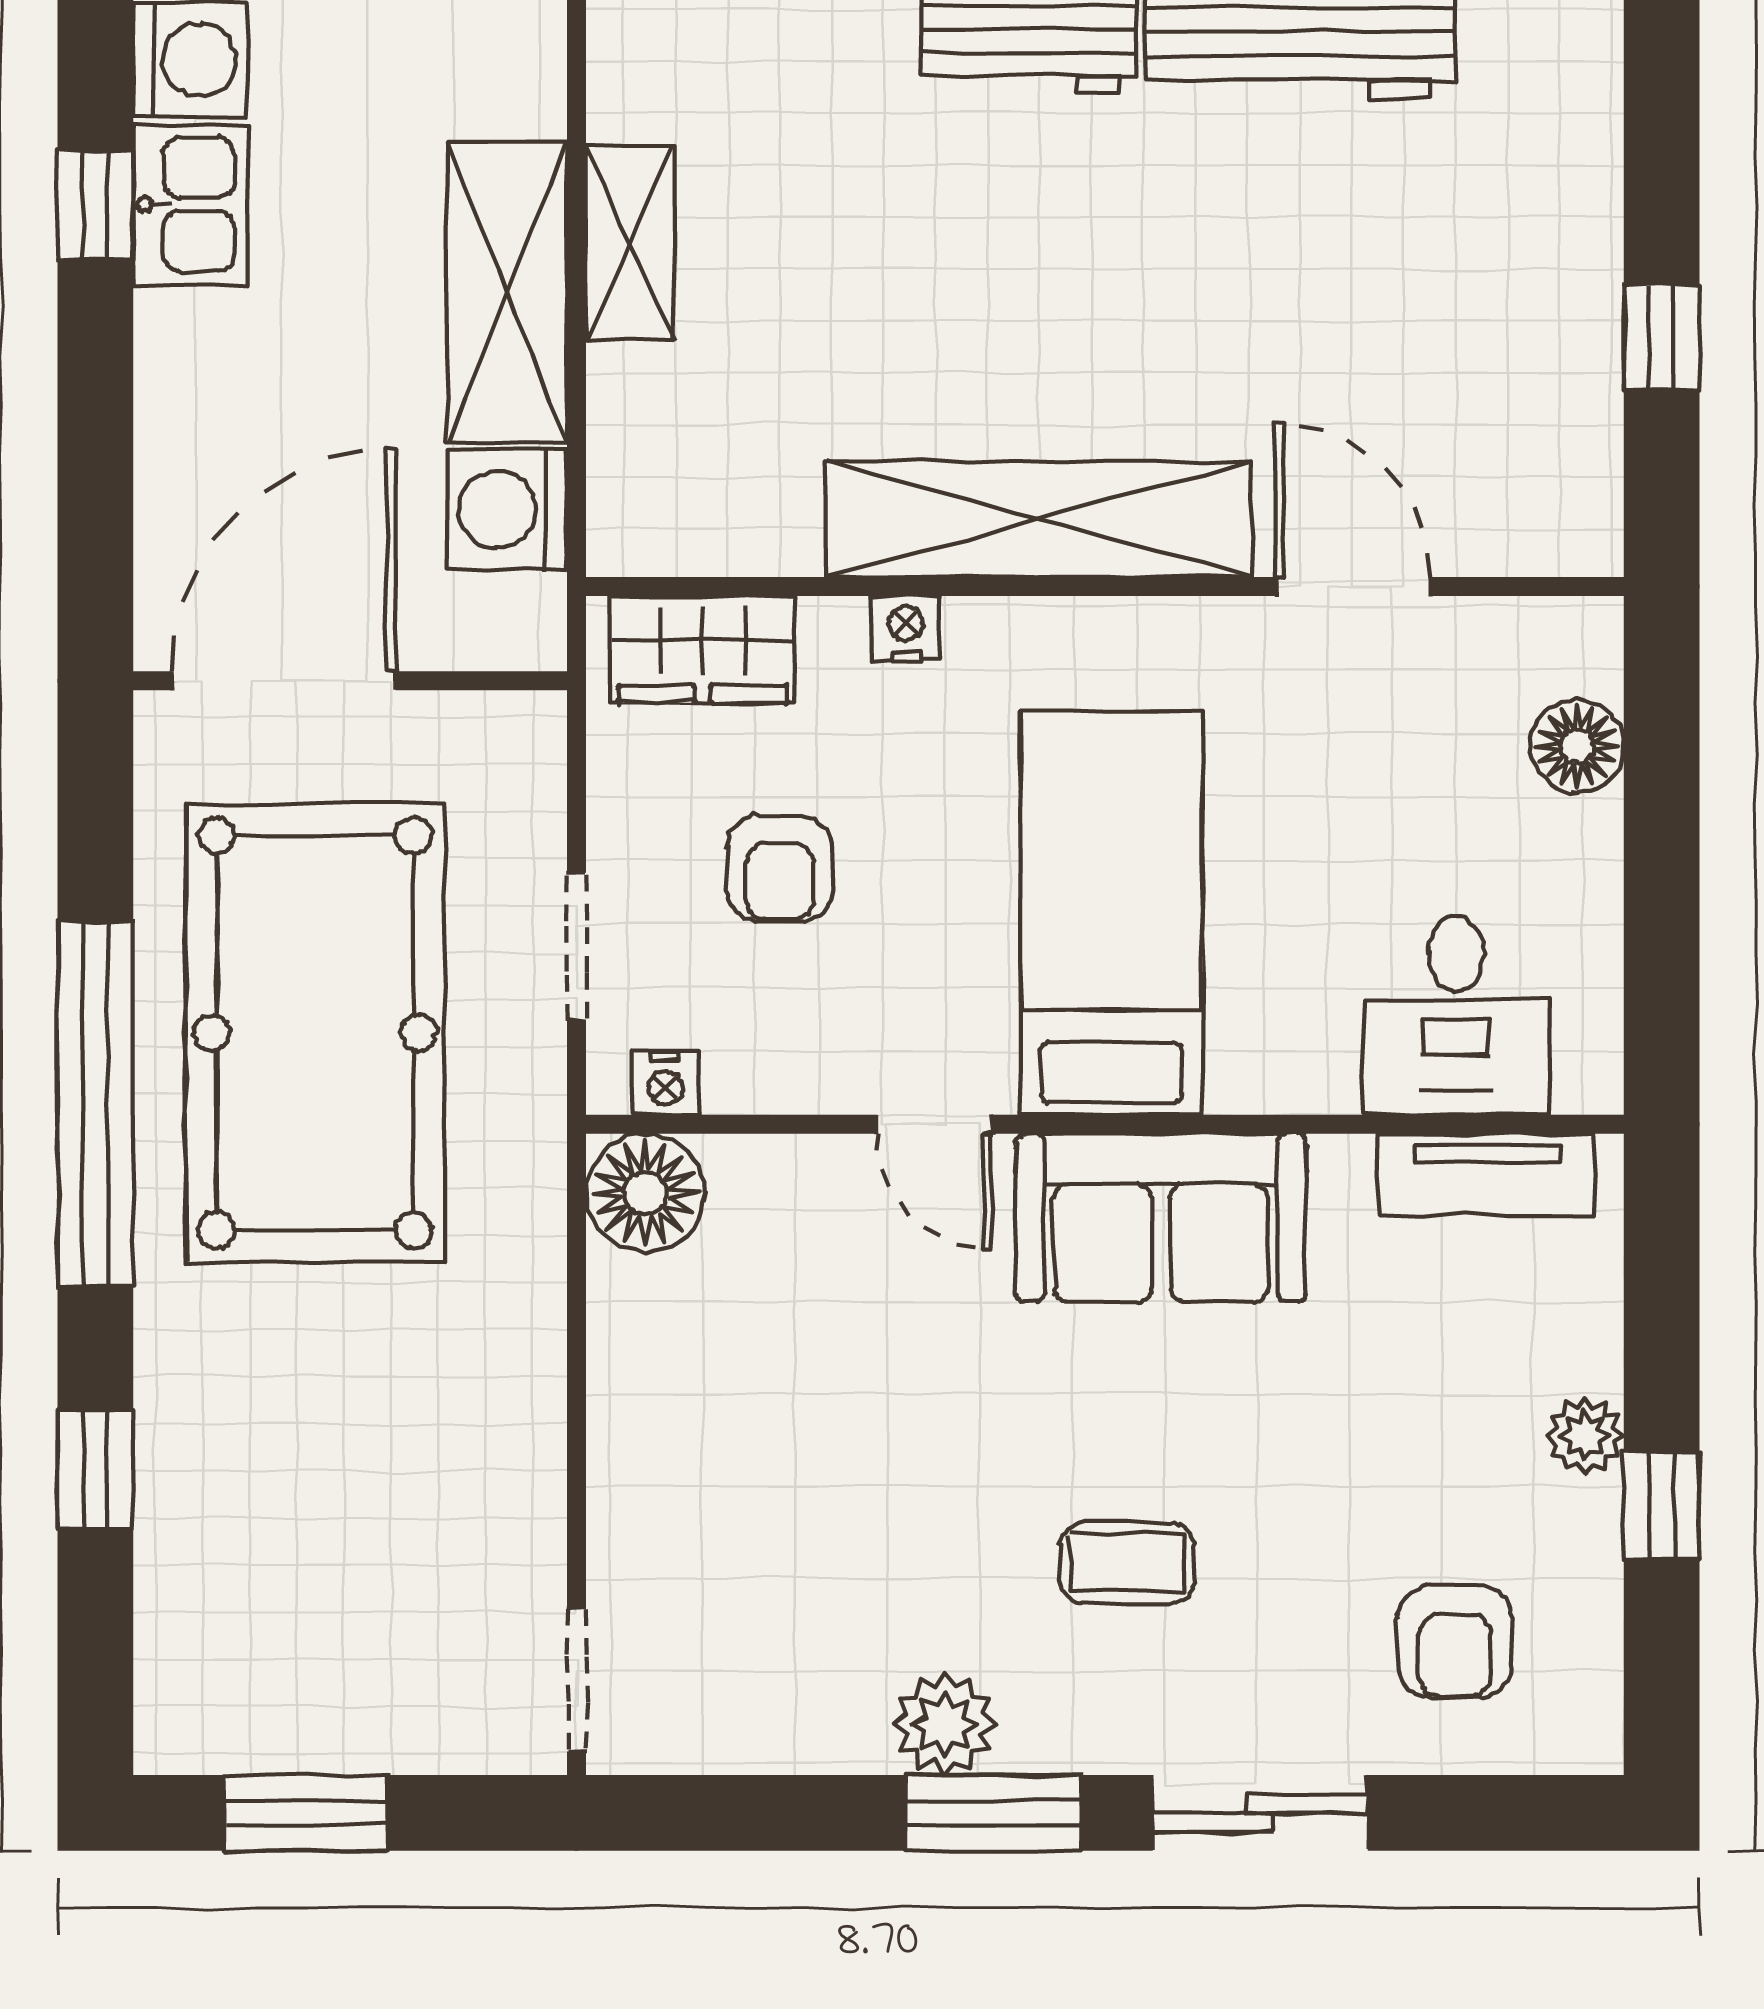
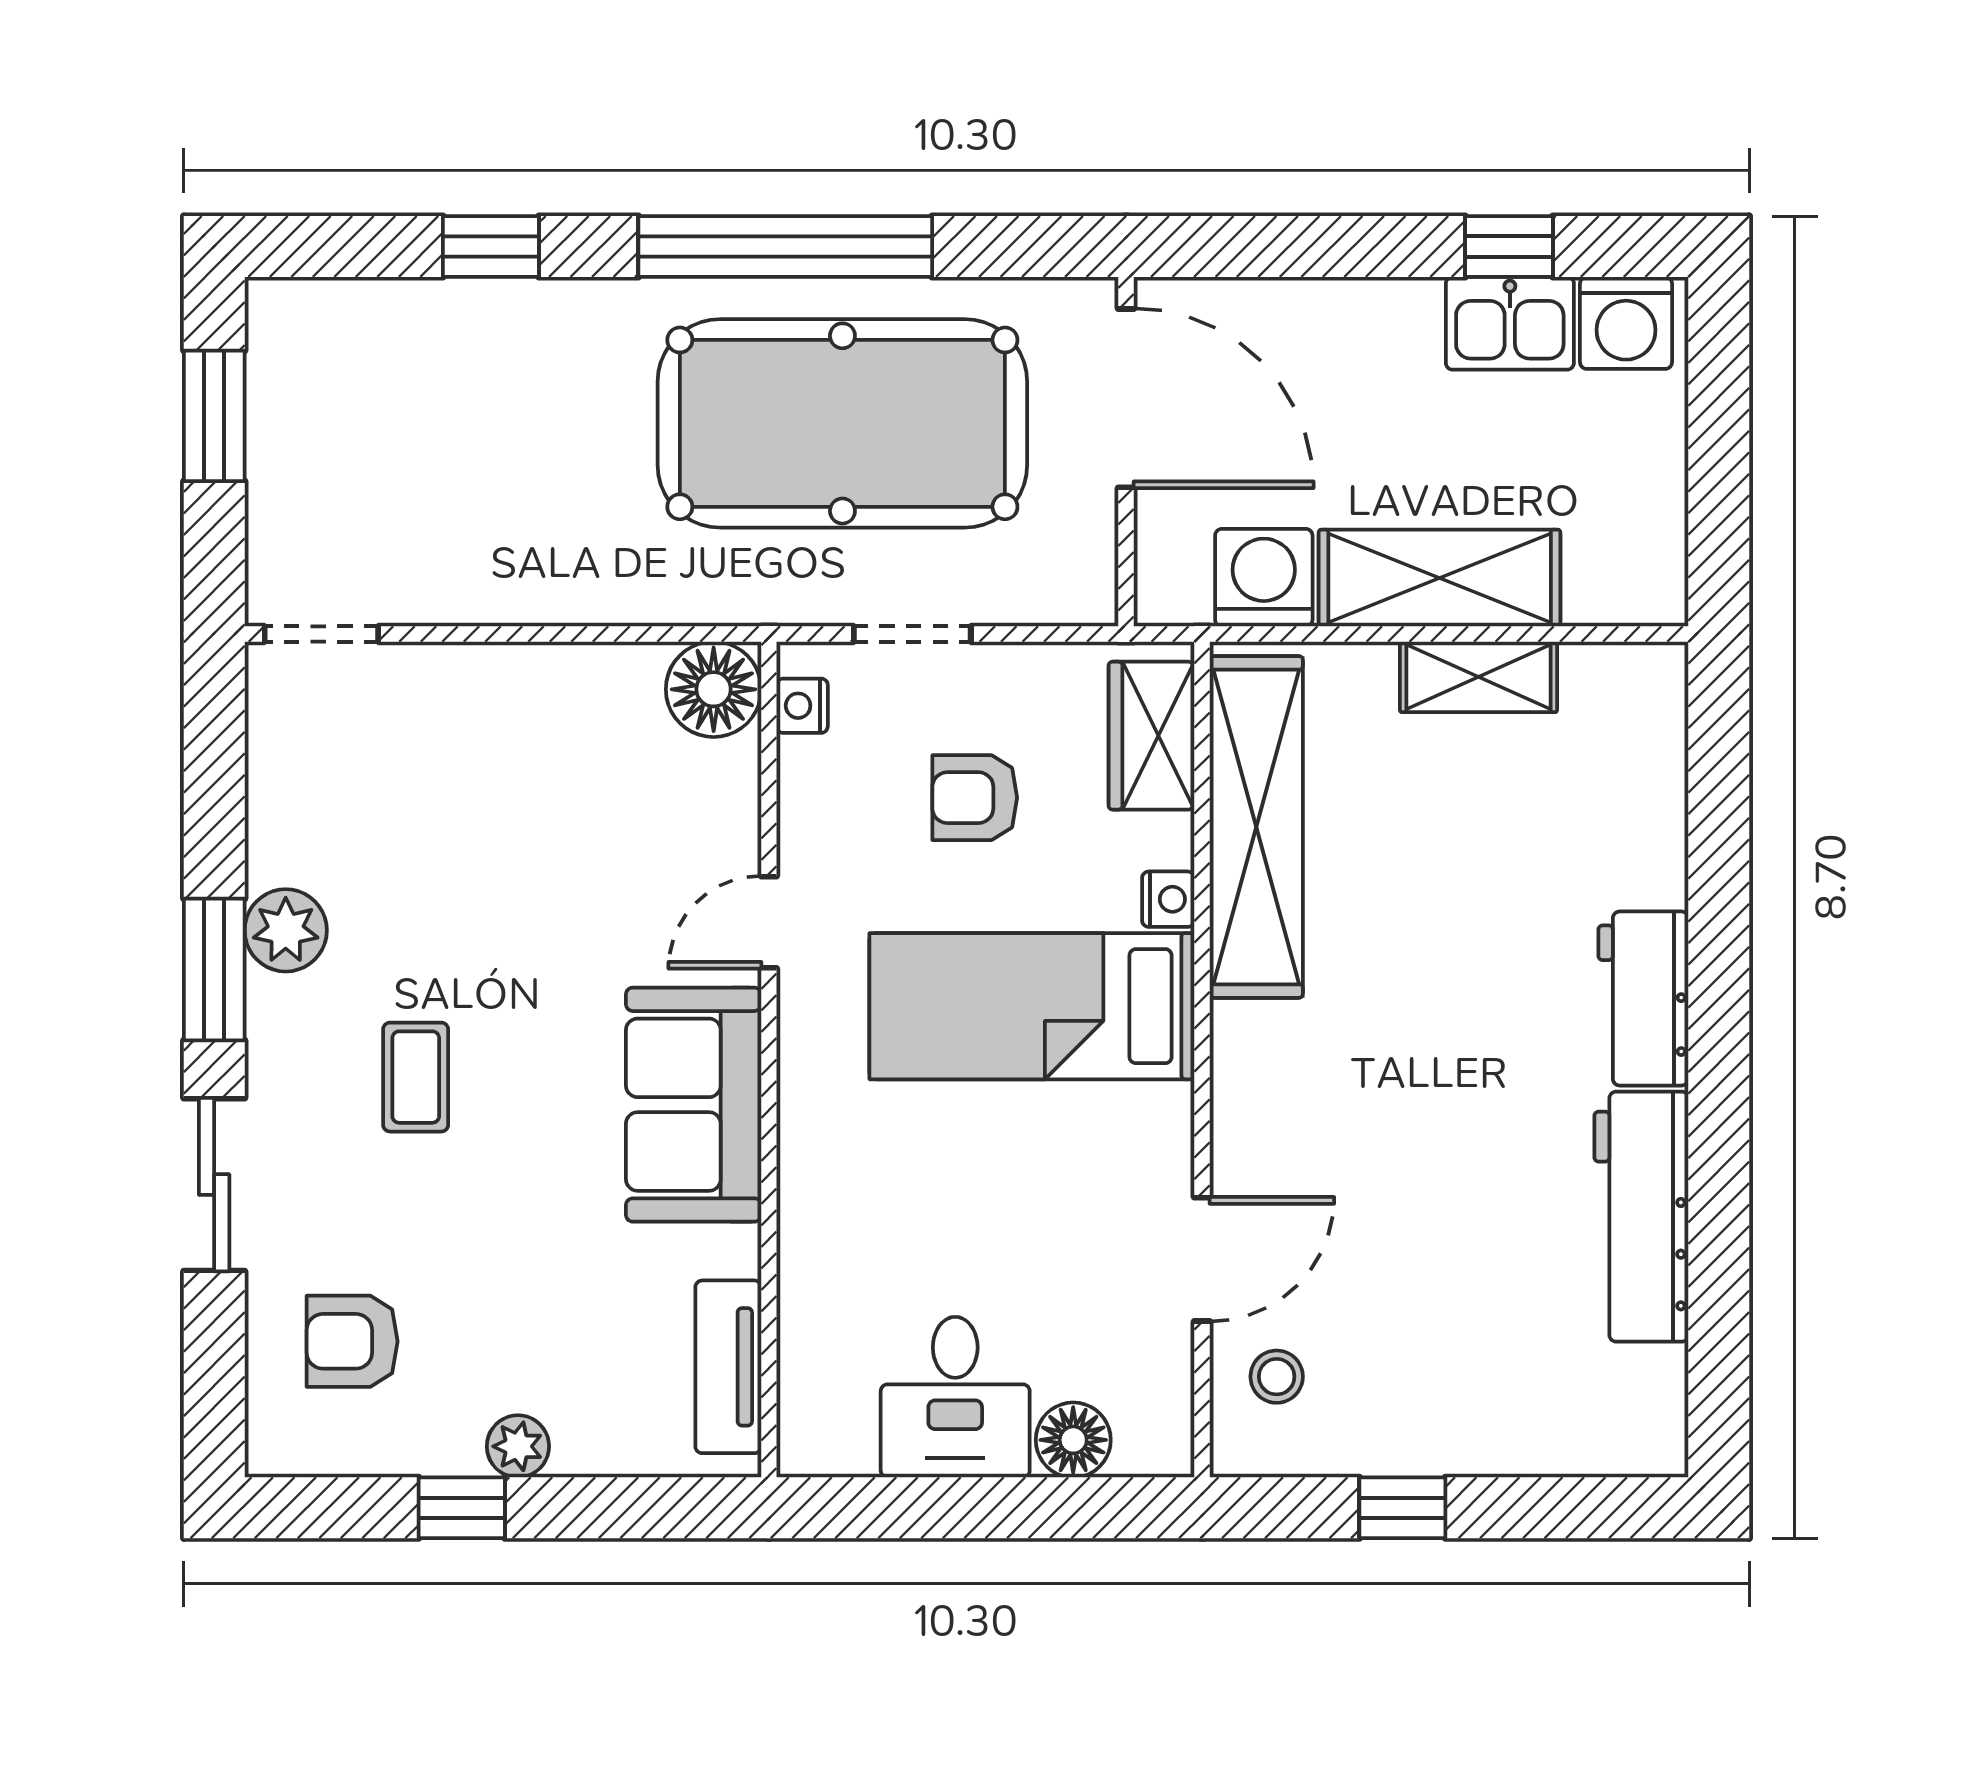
stool: (1499, 494) -> (1277, 1377), added
shelving: (1039, 519) -> (1256, 827), moved
bed: (1111, 913) -> (1032, 1006), moved, turned 180
desk: (1456, 1015) -> (955, 1397), moved, turned -90

